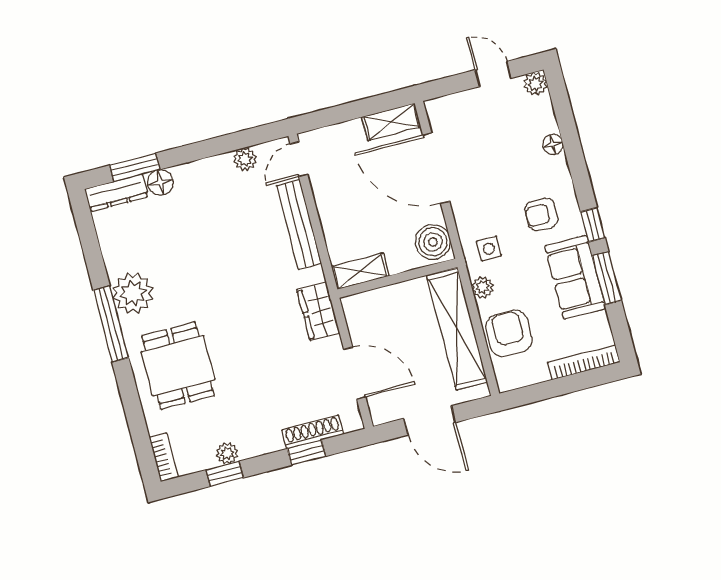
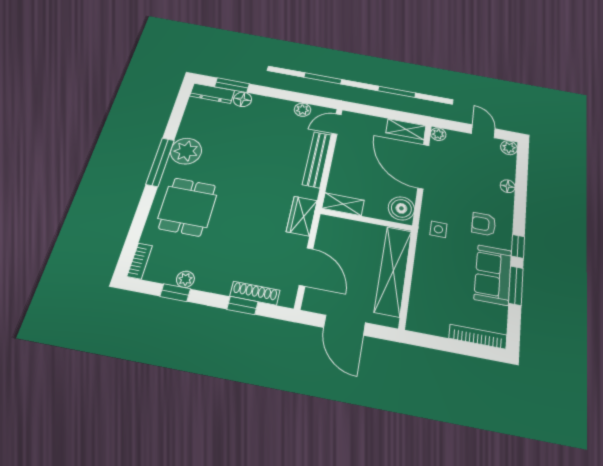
plant: (483, 287) -> (438, 134), moved
armchair: (509, 333) -> (430, 291), removed

